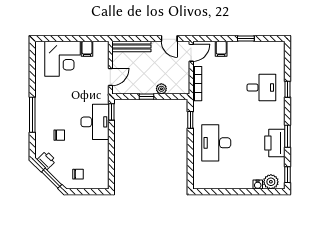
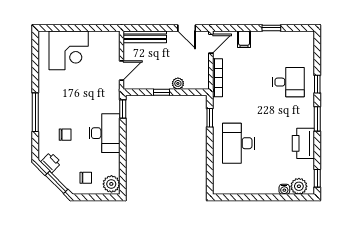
filing cabinet: (87, 49) -> (96, 39), removed
desk: (95, 122) -> (104, 133), moved
window: (287, 136) -> (317, 119), moved
plant: (101, 180) -> (111, 184), added

